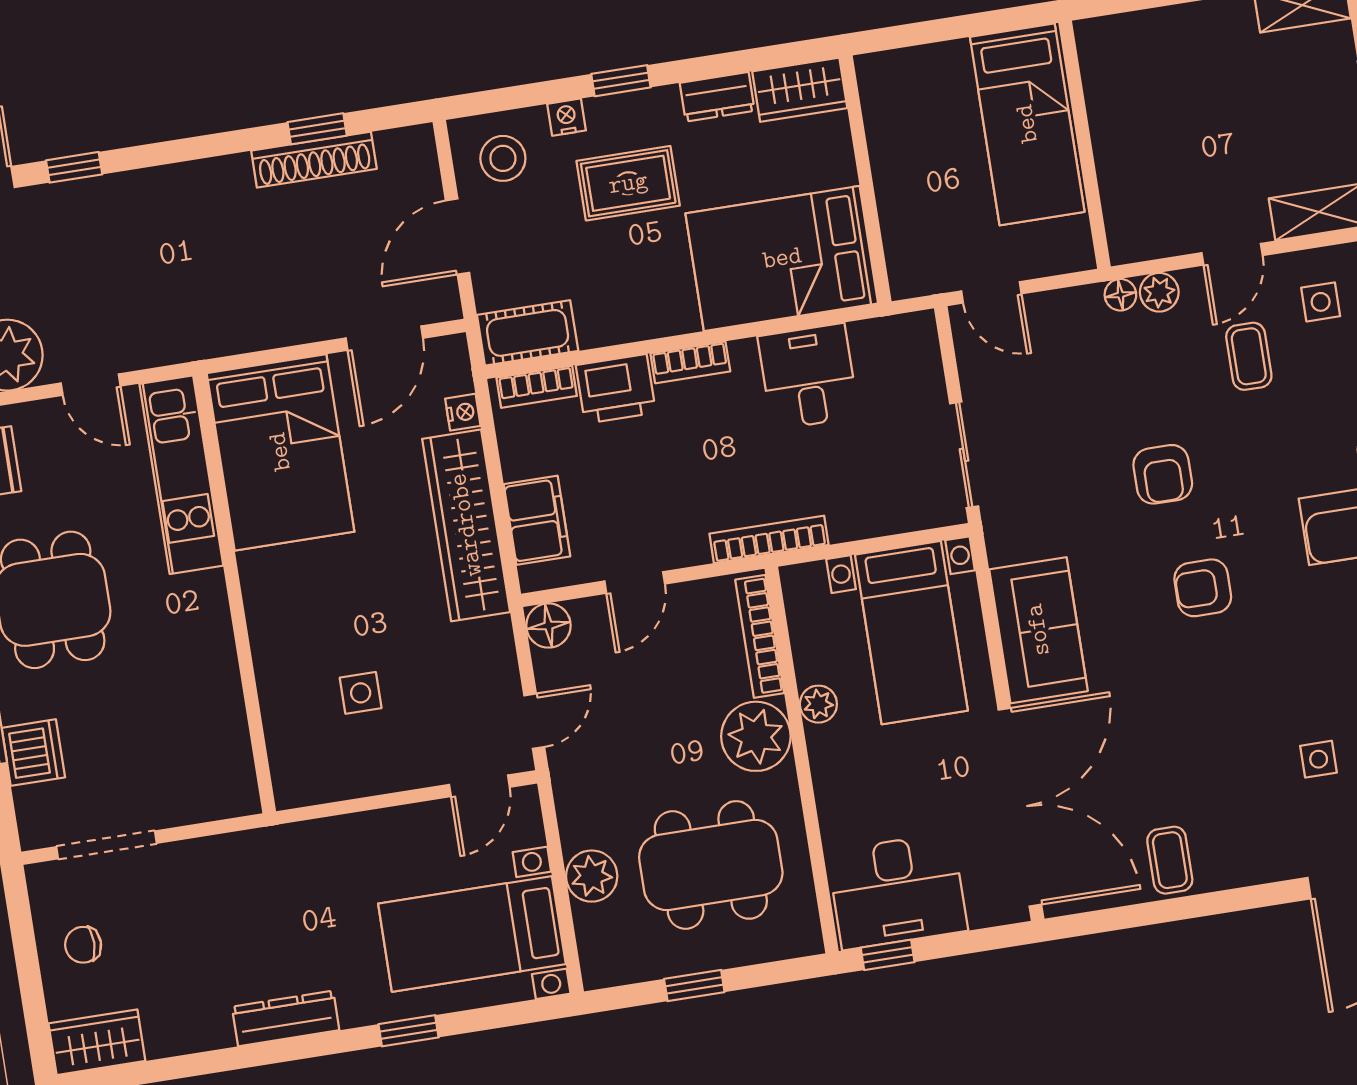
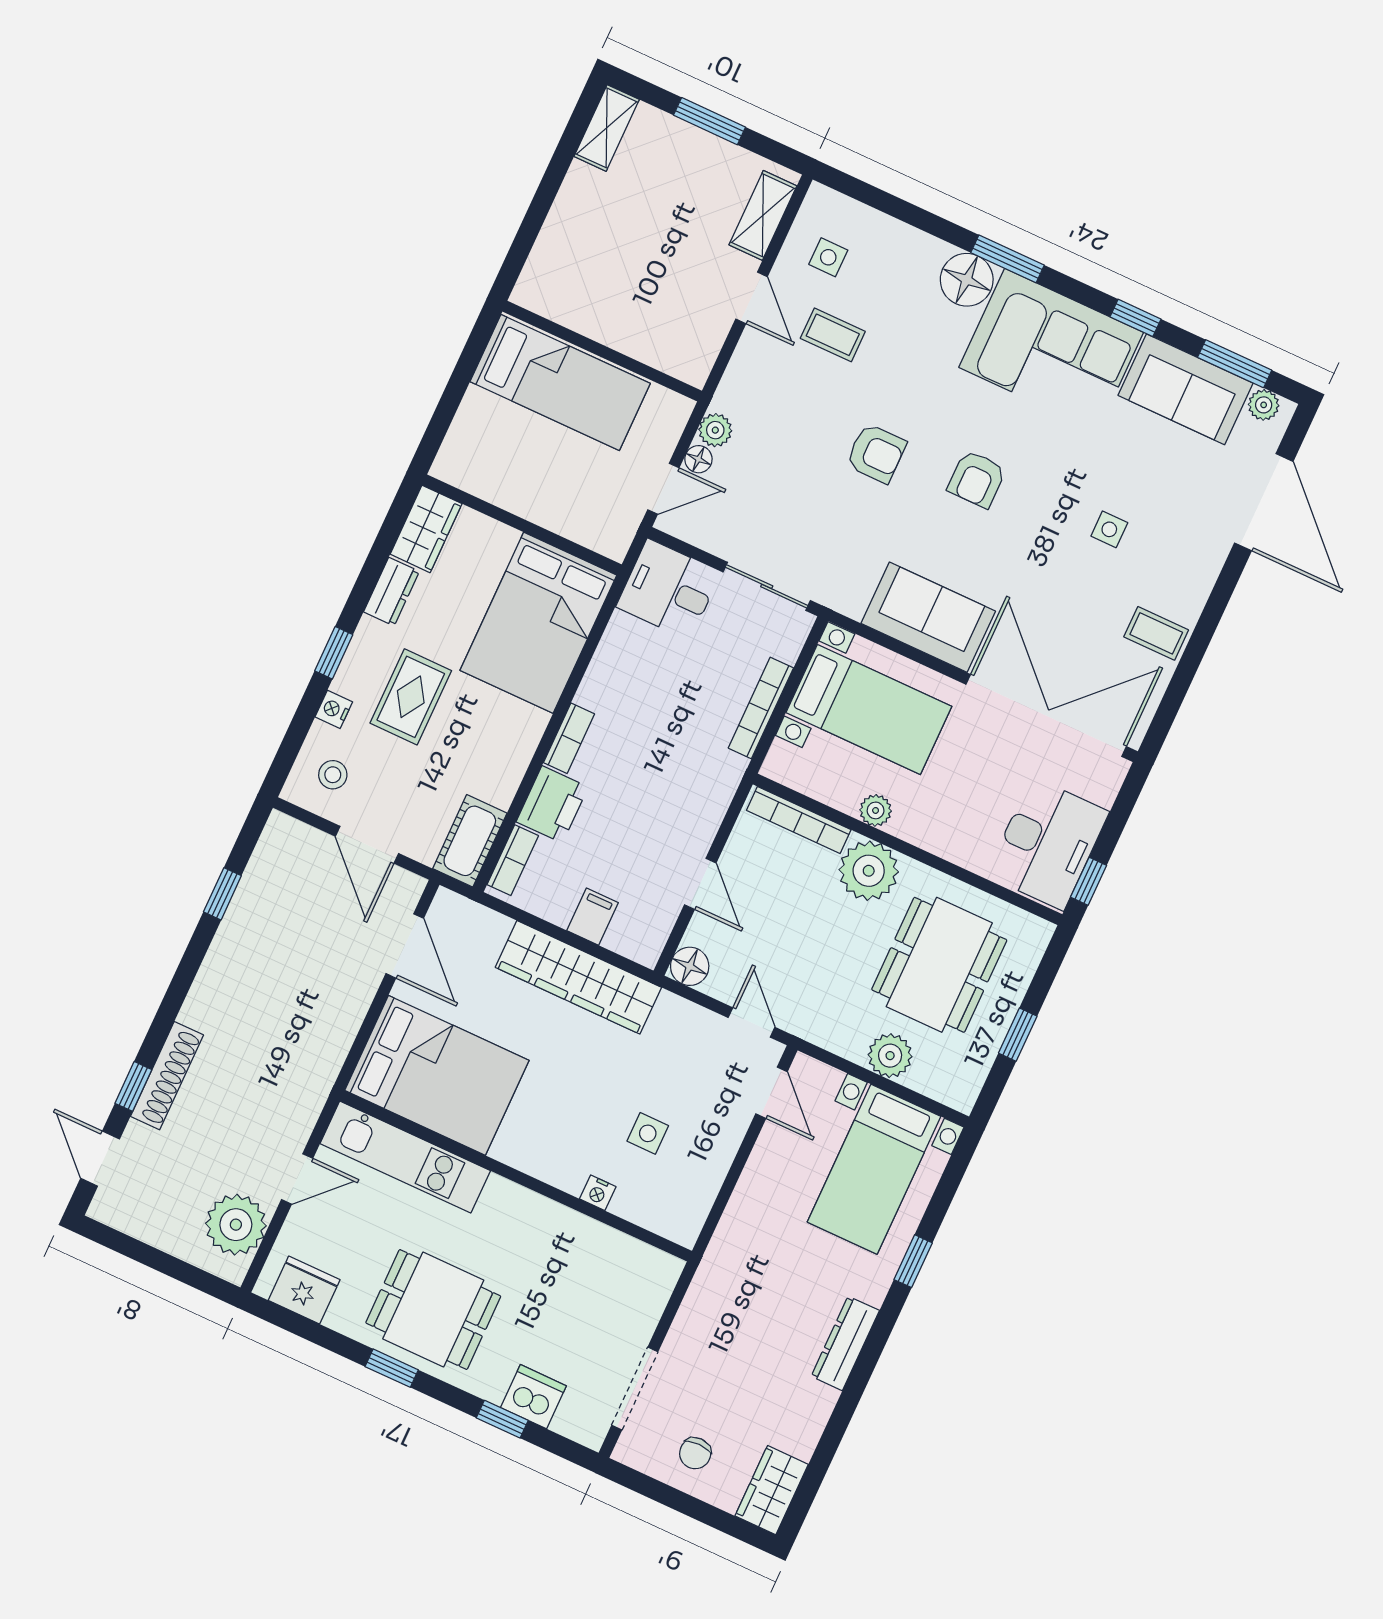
stool: (503, 158) -> (333, 775), width x0.73, depth x0.73
shoe rack: (314, 160) -> (167, 1076), moved
plant: (1159, 292) -> (715, 430), moved
floor lamp: (1120, 295) -> (698, 459), moved
desk: (808, 376) -> (669, 589), moved
nightstand: (463, 412) -> (598, 1193), moved, turned 180
filing cabinet: (537, 520) -> (593, 917), width x0.50
bookcase: (769, 539) -> (761, 708), moved
side table: (1319, 759) -> (1109, 529), moved

